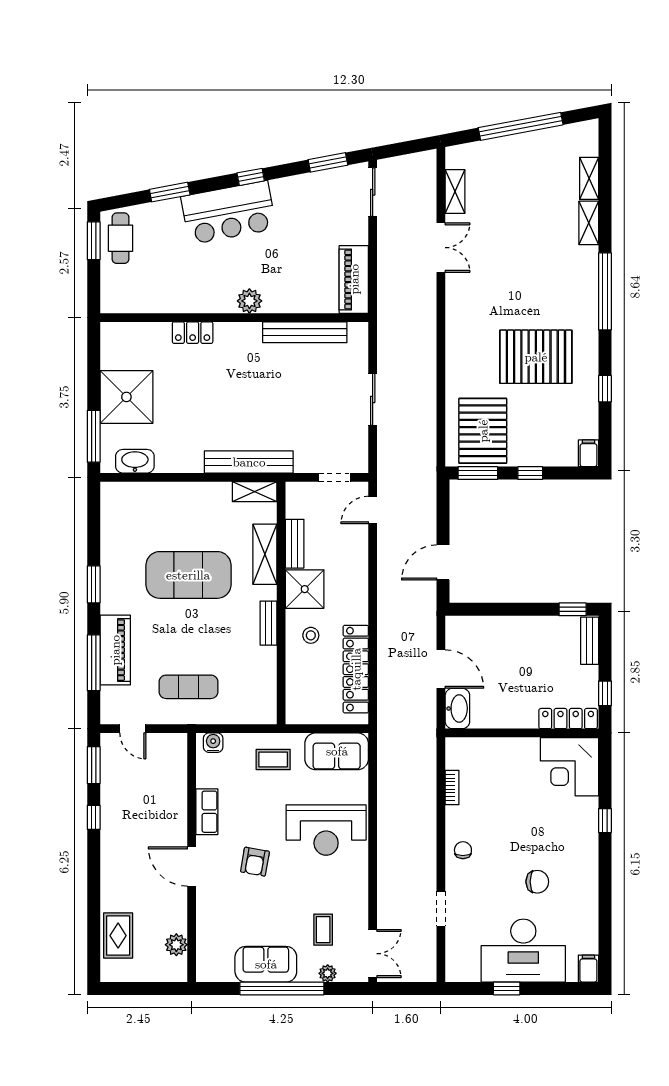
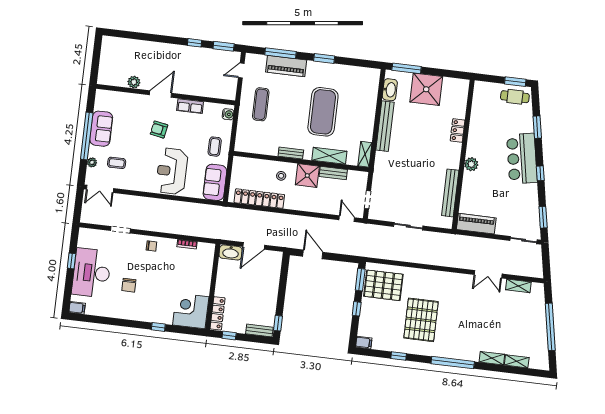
bench: (249, 462) -> (385, 126), moved
rug: (118, 936) -> (127, 48), removed
plant: (176, 945) -> (134, 82), moved

